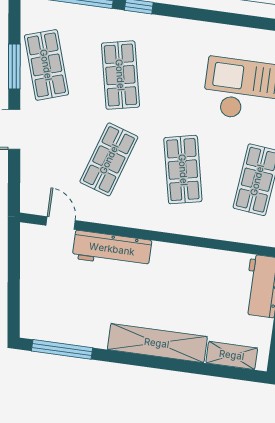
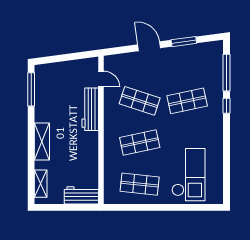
shop shelf: (46, 65) -> (187, 59), removed
door: (61, 223) -> (101, 79), hinge flipped
shelving: (157, 343) -> (42, 142), width x0.68

